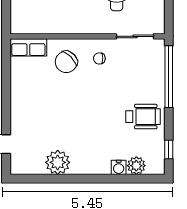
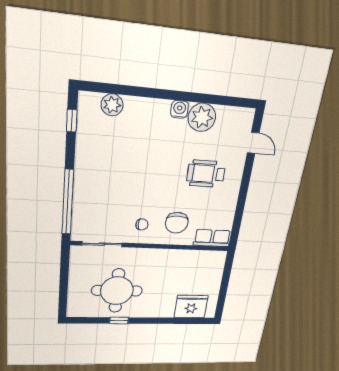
chair: (66, 62) -> (177, 223), turned 135
wheelchair: (143, 117) -> (206, 174), moved
water cooler: (119, 167) -> (179, 109), moved

